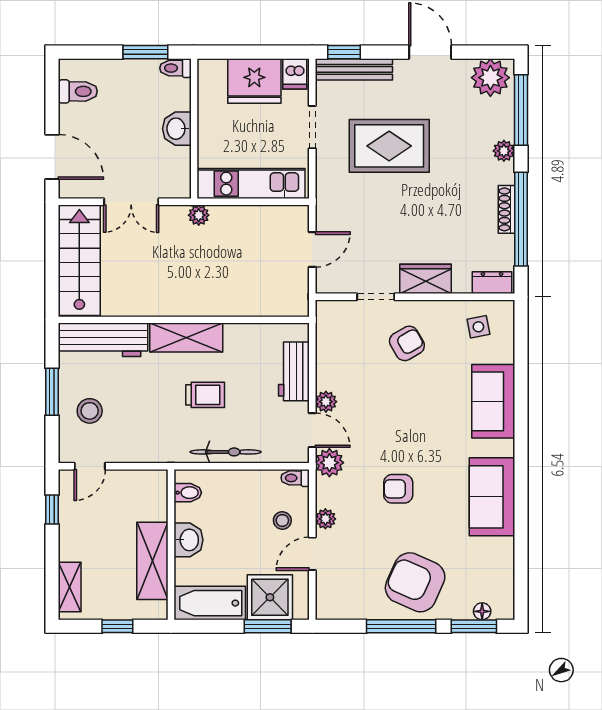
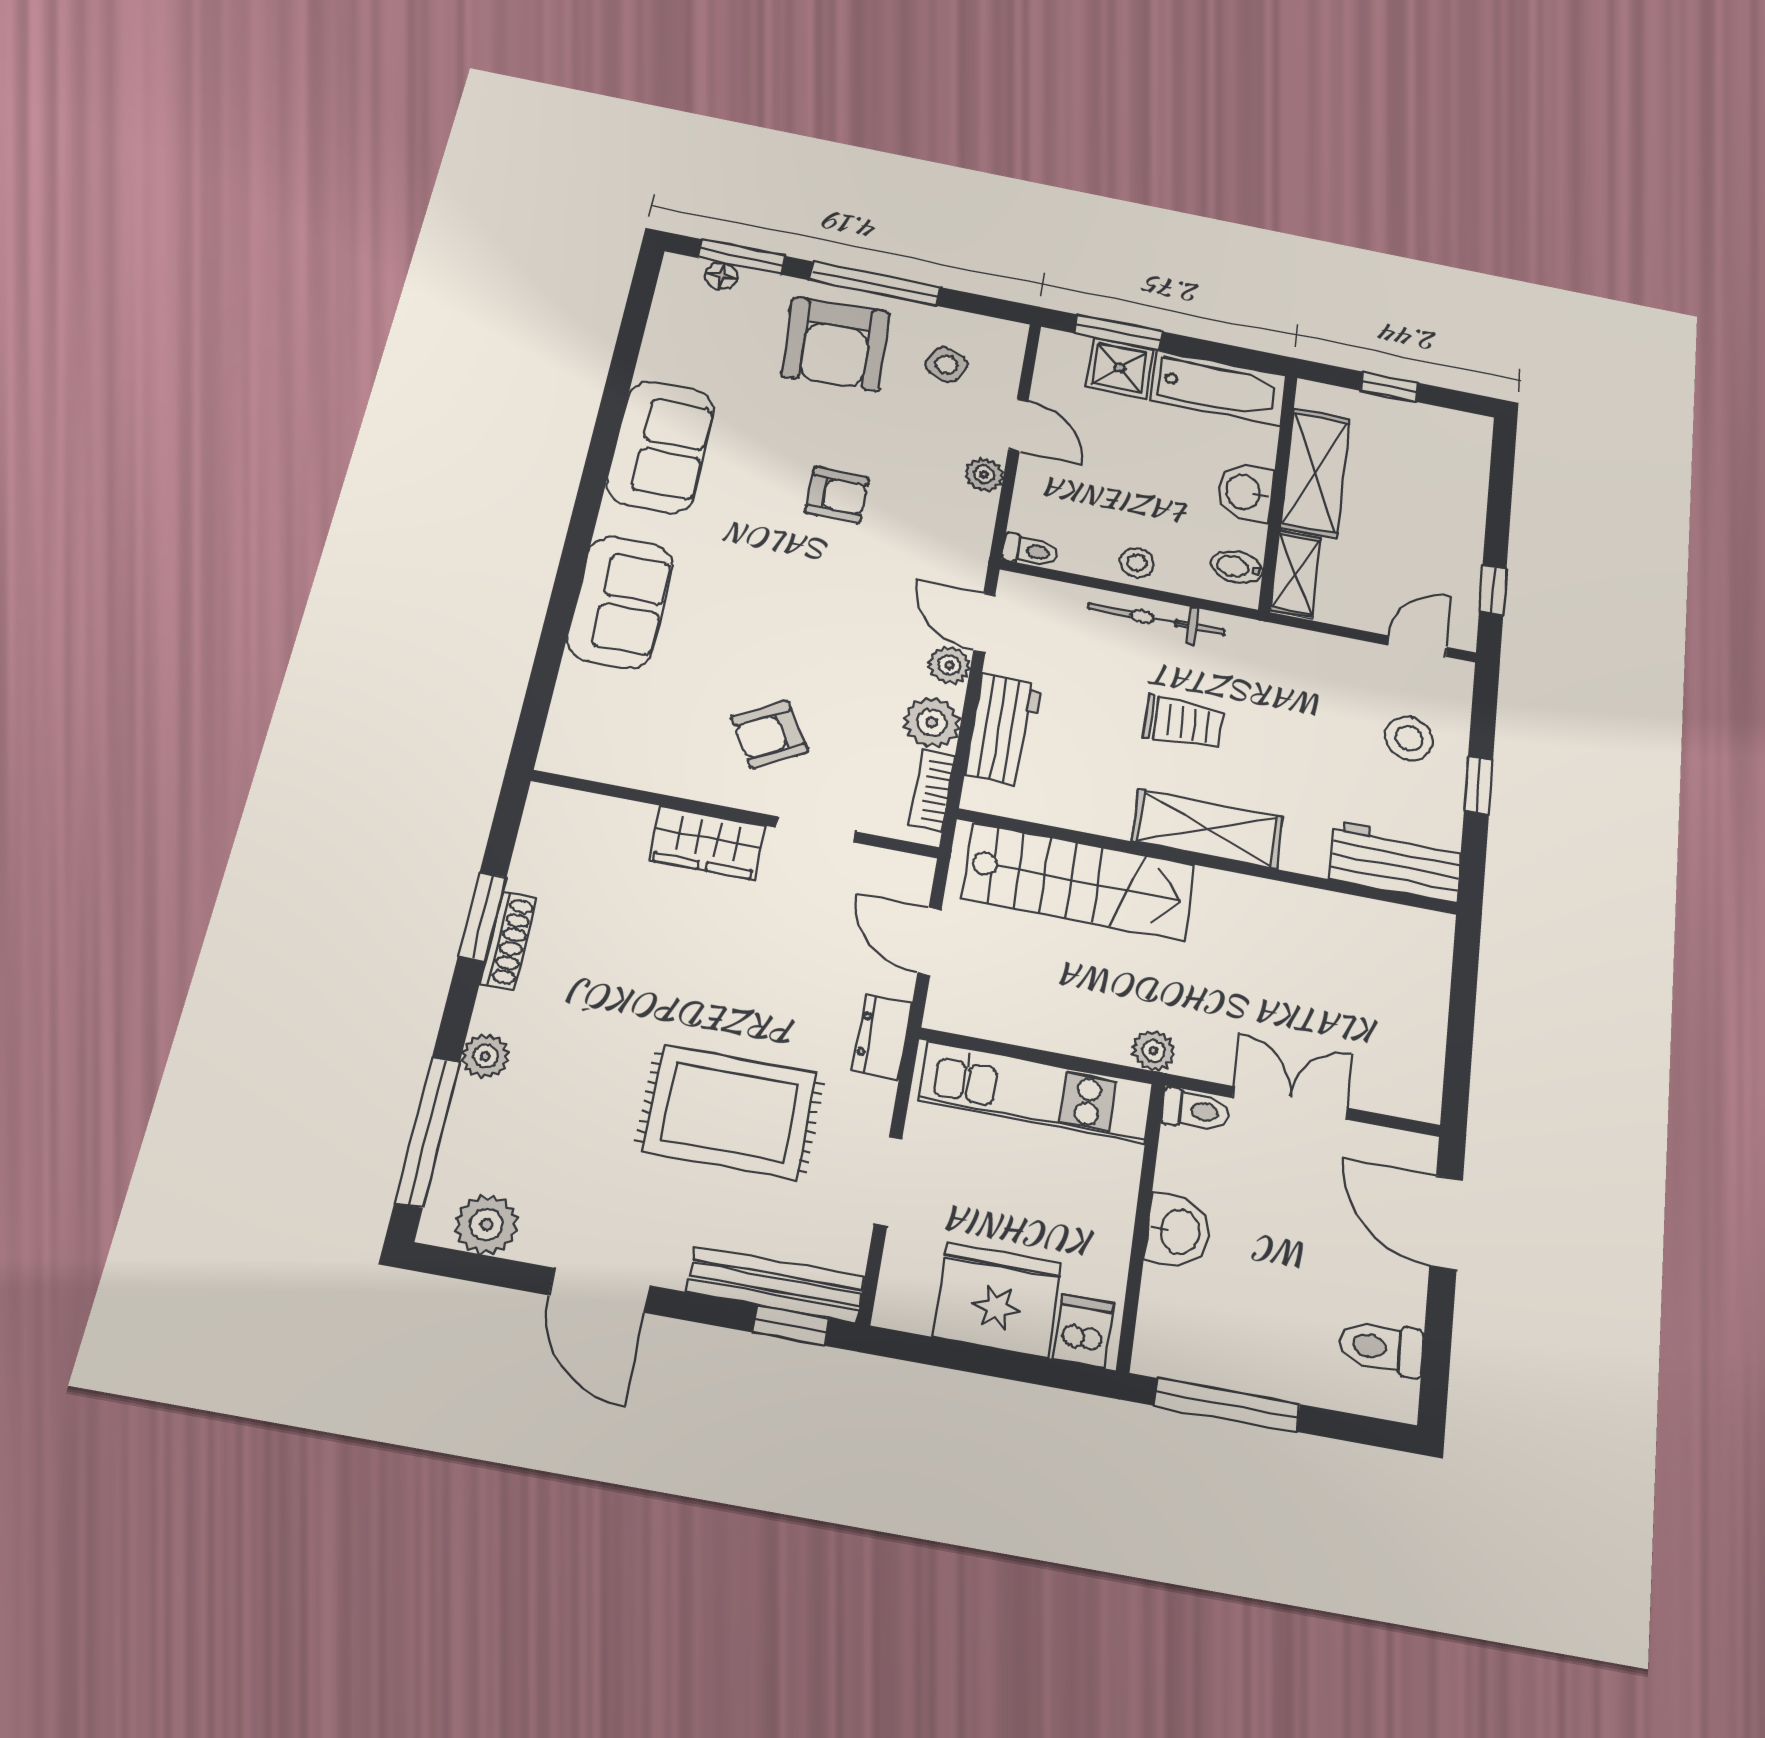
window: (145, 52) -> (1227, 1405), width x1.44
toilet: (175, 68) -> (1195, 1110), moved
dishwasher: (295, 74) -> (1083, 1331), moved
plant: (490, 78) -> (487, 1224), width x0.73, depth x0.73
window: (521, 219) -> (482, 917), width x0.47
door: (312, 249) -> (929, 941), hinge flipped
stairs: (79, 260) -> (1079, 881), moved, turned -90
dresser: (492, 283) -> (882, 1037), moved, turned 90
side table: (478, 327) -> (947, 364), moved, turned 35
bookcase: (324, 330) -> (931, 790), added
workbench: (103, 340) -> (1396, 862), width x0.73
window: (52, 392) -> (1478, 785), width x0.67
trolley: (205, 395) -> (1183, 722), turned 180
plant: (329, 463) -> (932, 722), moved
stool: (282, 521) -> (1137, 563), moved
door: (312, 554) -> (1018, 425), hinge flipped
armchair: (415, 582) -> (836, 344), turned 63
shelving: (70, 587) -> (1296, 574), moved
shower: (270, 597) -> (1120, 368), width x0.73, depth x0.73

